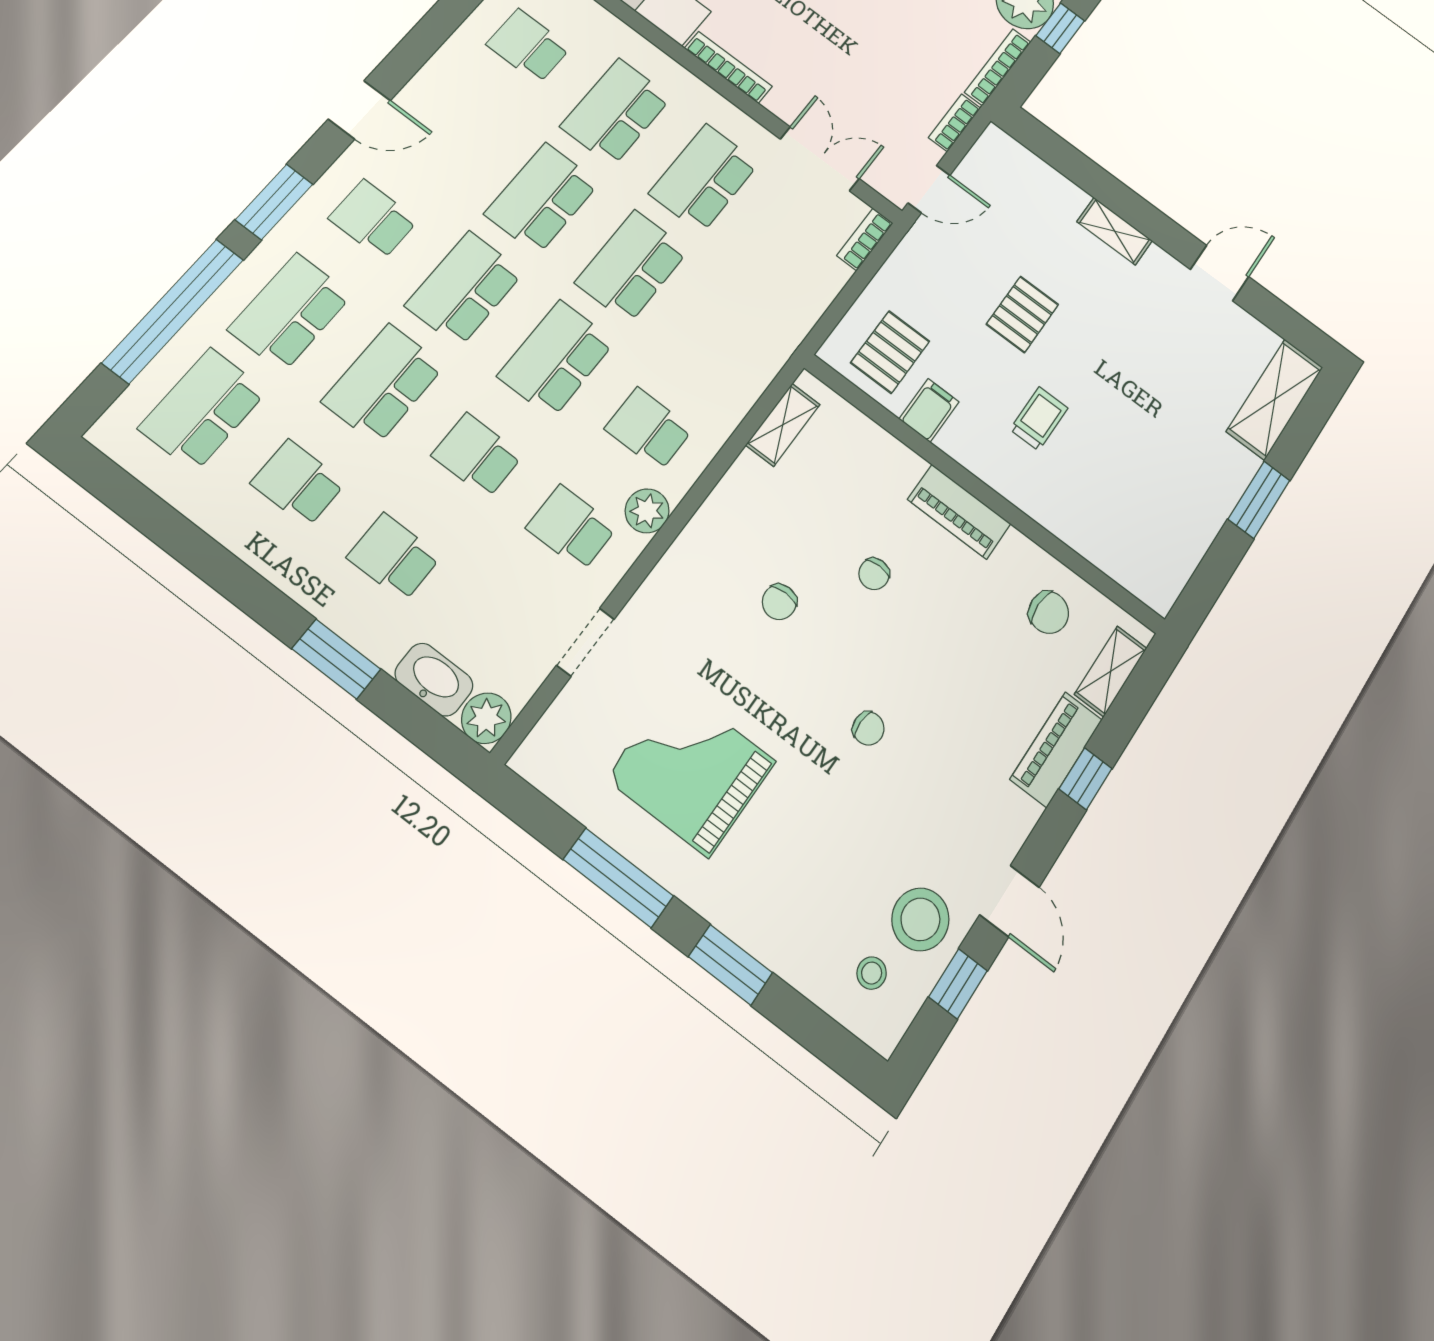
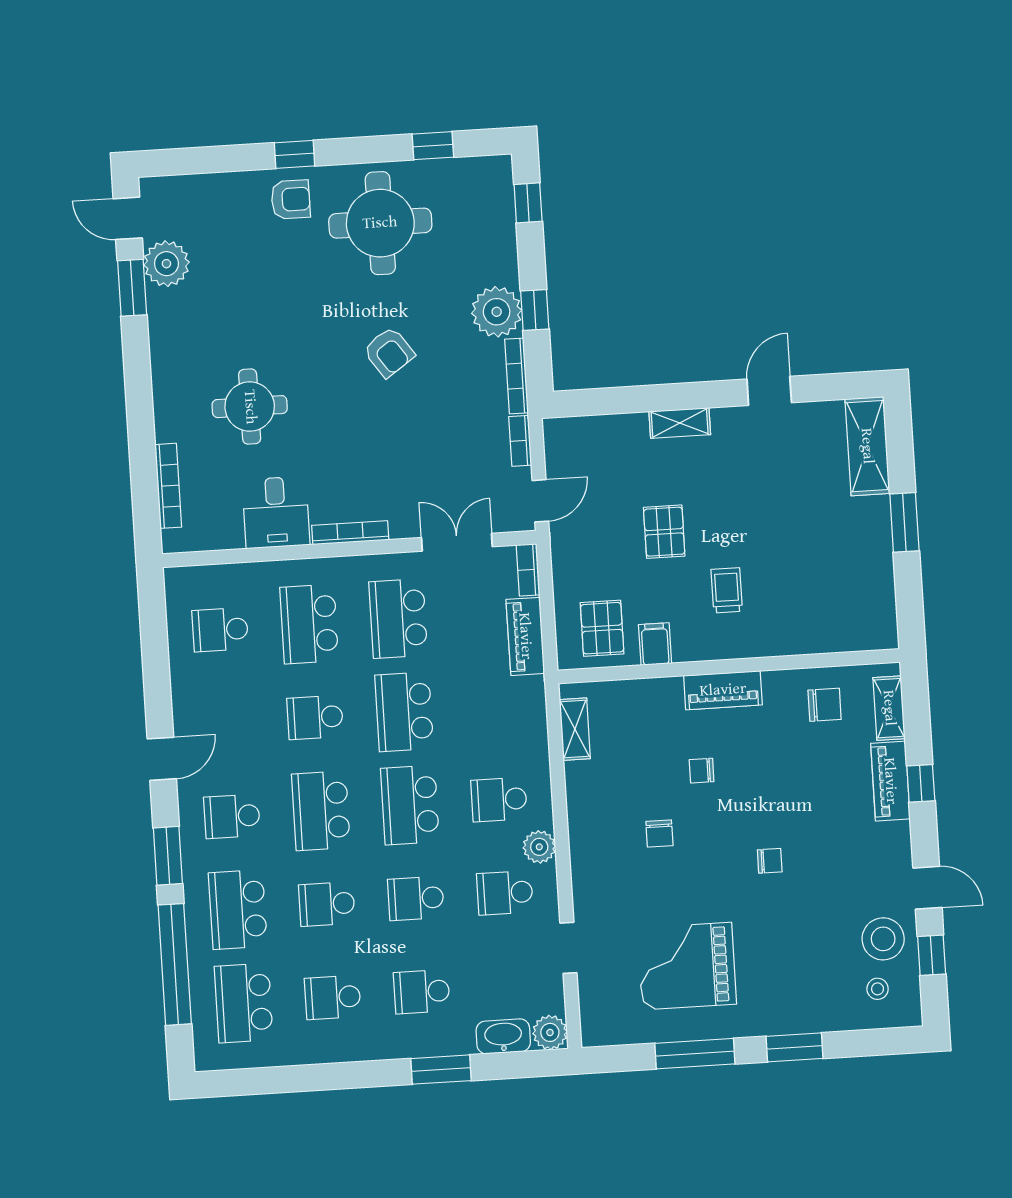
school desk: (542, 198) -> (315, 717), width x0.54
piano: (810, 297) -> (525, 636), added
school desk: (383, 384) -> (327, 904), width x0.54
chair: (874, 574) -> (702, 771), turned 90

